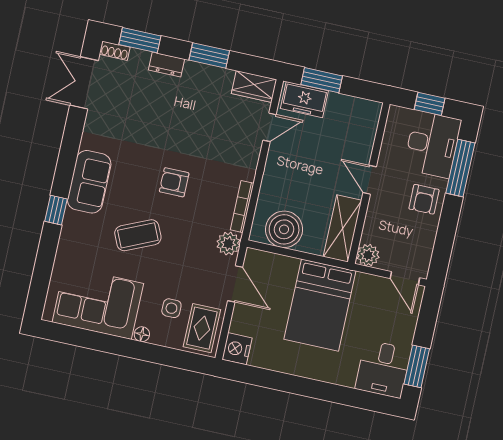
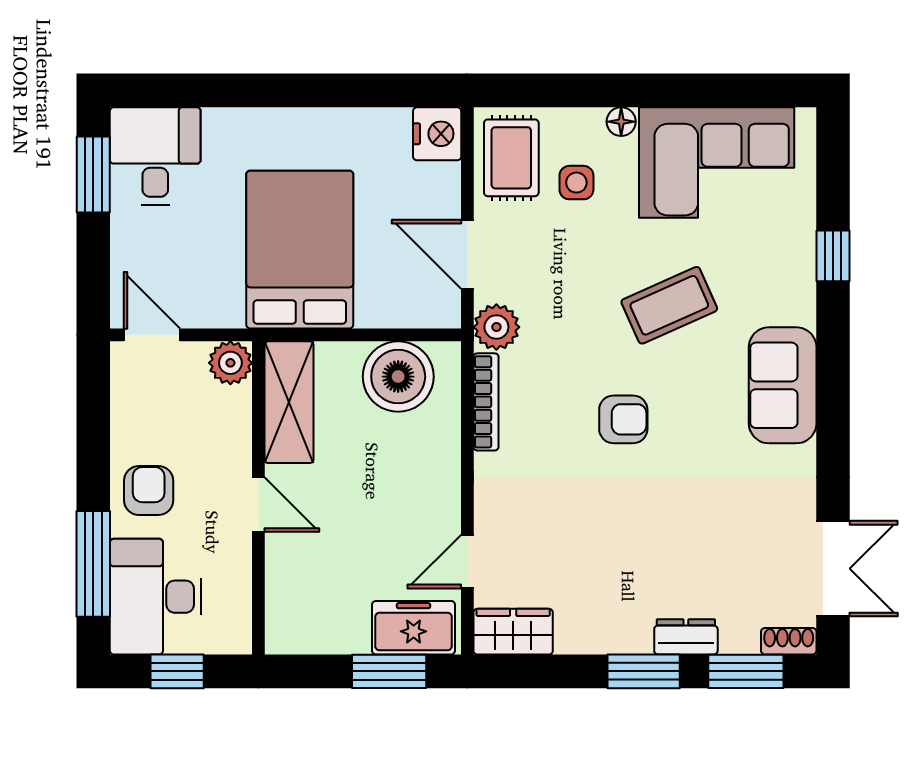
window: (209, 55) -> (644, 671), moved
window: (56, 210) -> (833, 256), moved

